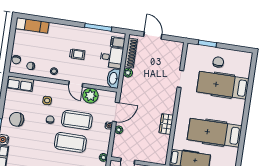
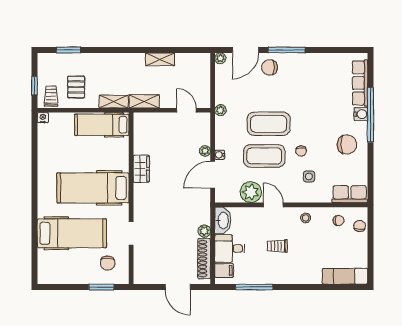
chair: (218, 62) -> (108, 263), moved
hospital bed: (215, 133) -> (93, 188), moved, turned 180

